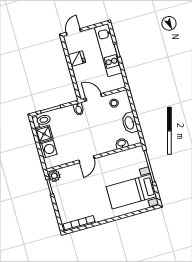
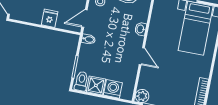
fridge: (77, 59) -> (50, 18), moved
washbasin: (122, 143) -> (141, 29), moved

